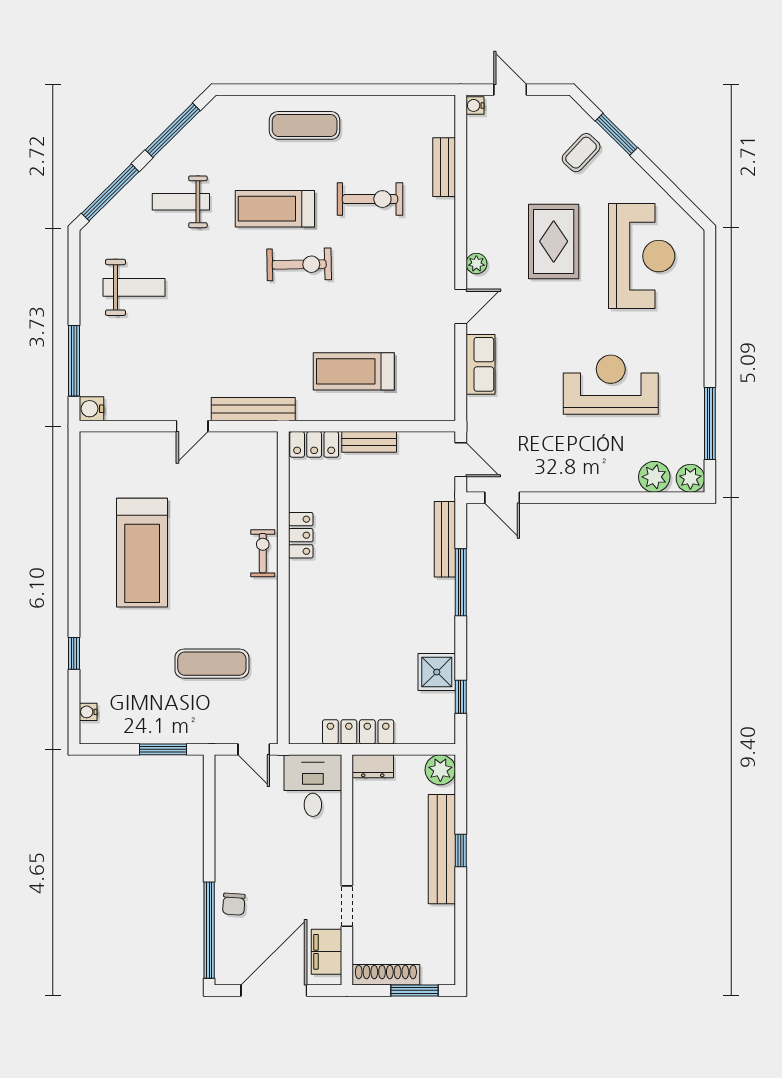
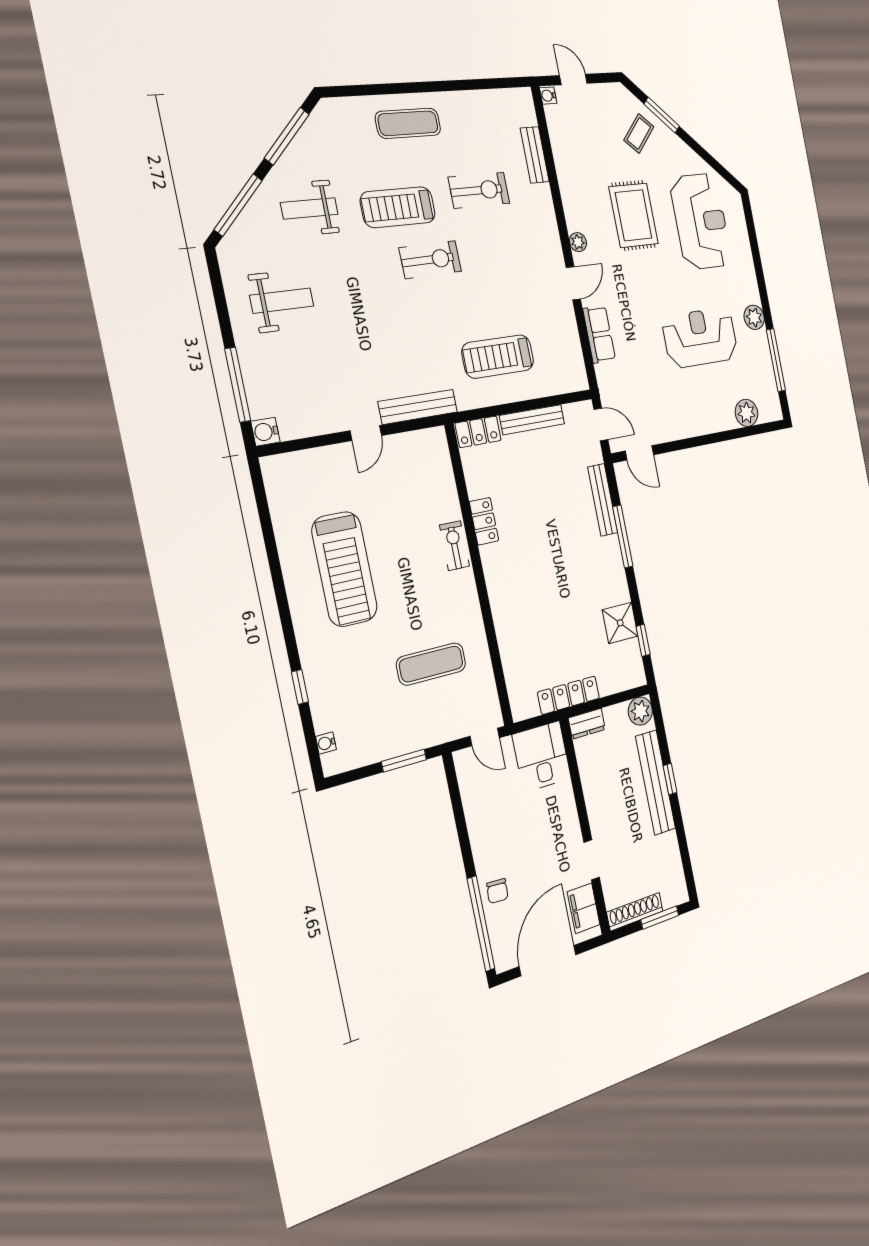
bench: (369, 442) -> (532, 420), width x1.36
plant: (690, 478) -> (754, 317), moved

